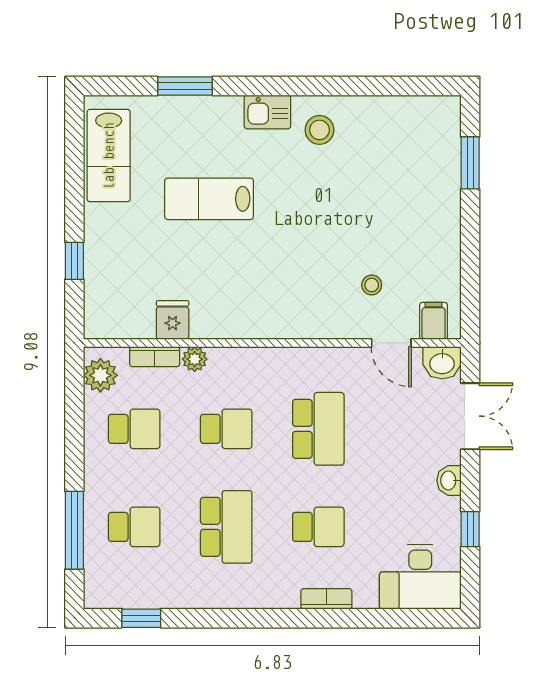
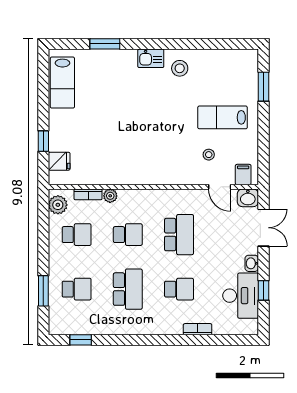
lab bench: (209, 199) -> (223, 117), moved
fridge: (173, 320) -> (59, 161), moved, turned 90
window: (74, 530) -> (43, 291), width x0.69
desk: (420, 577) -> (241, 296), moved, turned -90
bookcase: (326, 599) -> (198, 329), moved

